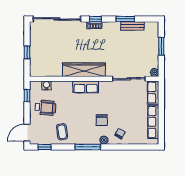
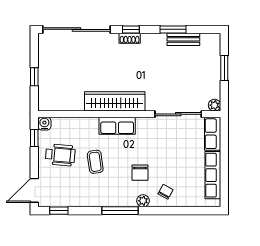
water cooler: (46, 85) -> (44, 124), moved
coffee table: (62, 132) -> (95, 162), moved

